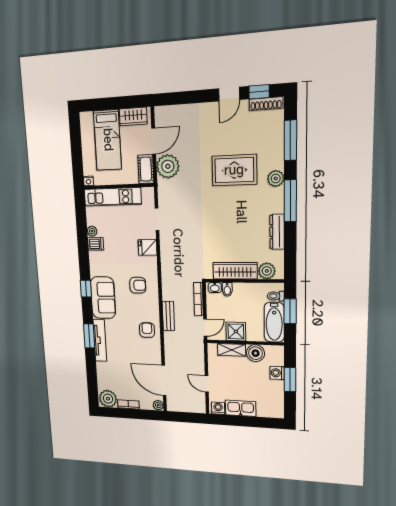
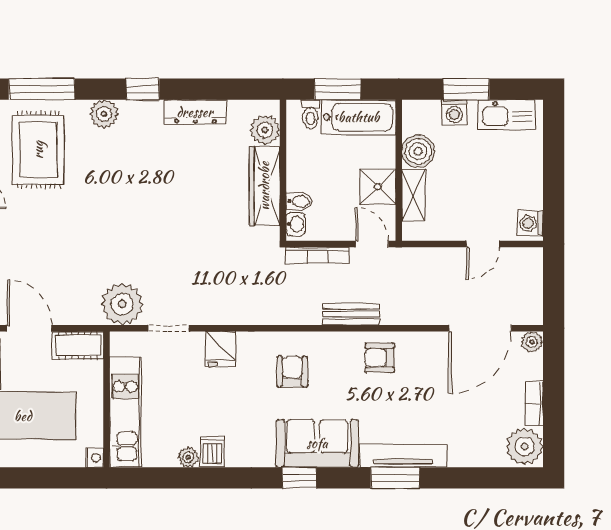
plant: (168, 166) -> (122, 304), moved
rug: (234, 170) -> (38, 150), moved
window: (290, 201) -> (143, 89), width x0.46
kitchen sink: (241, 408) -> (507, 115), moved, turned -90

